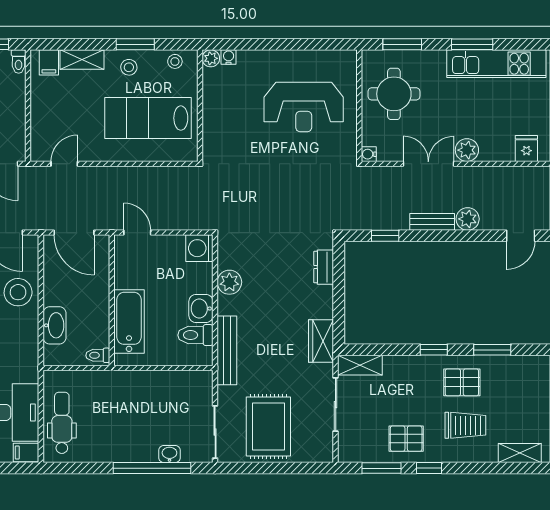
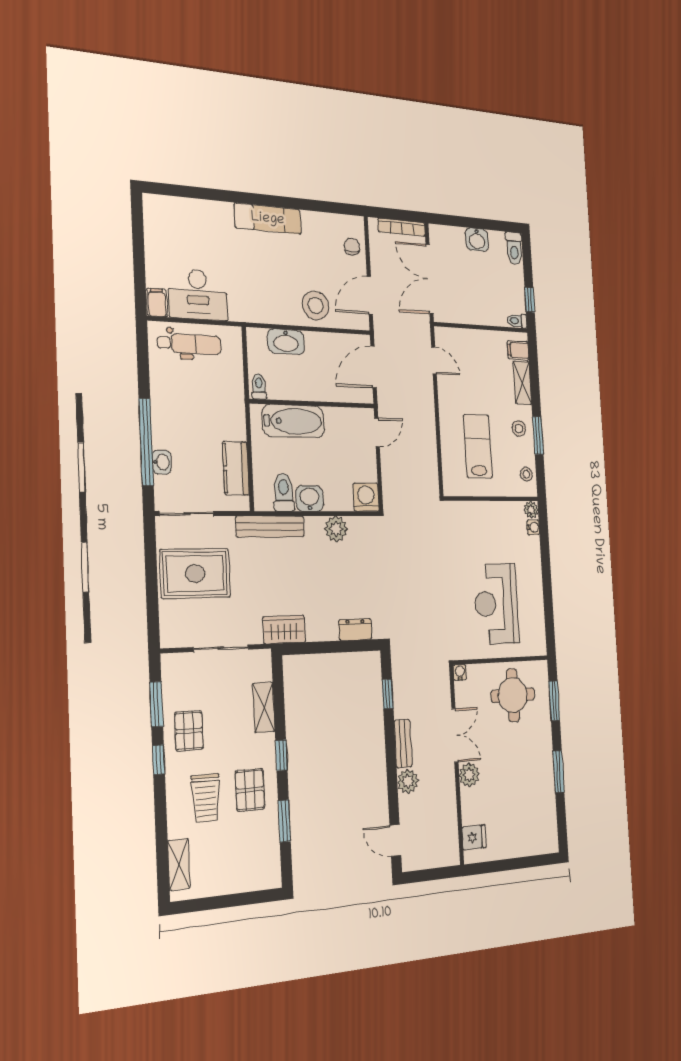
kitchen unit: (496, 64) -> (544, 798), removed
lab bench: (148, 118) -> (478, 446), width x0.73, depth x0.72
shelving: (360, 365) -> (264, 707), moved
kitchen counter: (174, 382) -> (236, 468), added

